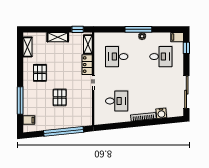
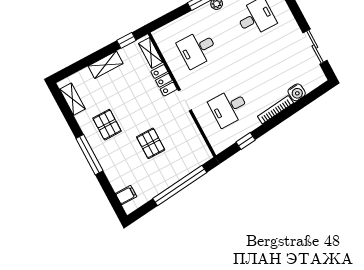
sliding door: (186, 92) -> (315, 47), width x0.73
window: (20, 101) -> (89, 155), moved
desk: (117, 101) -> (229, 108), turned 180
window: (116, 126) -> (246, 141), added

